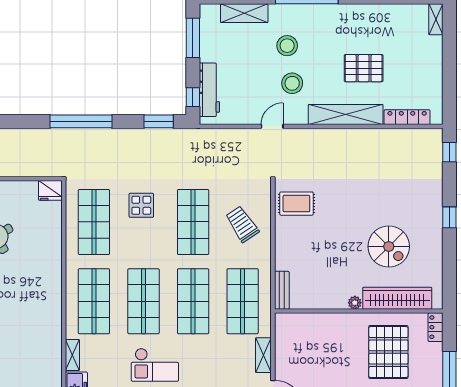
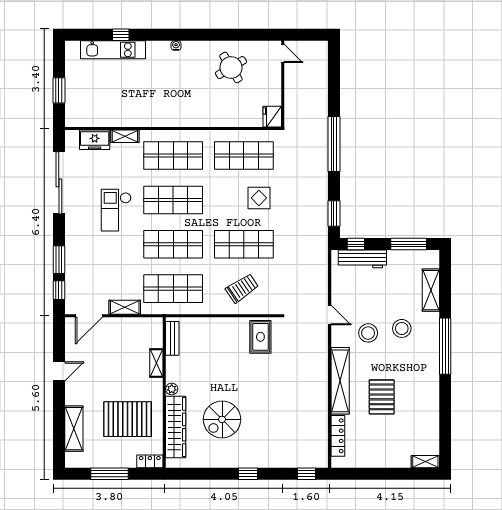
bench: (282, 290) -> (172, 338), moved, turned 90
shelving: (326, 320) -> (156, 363), added

